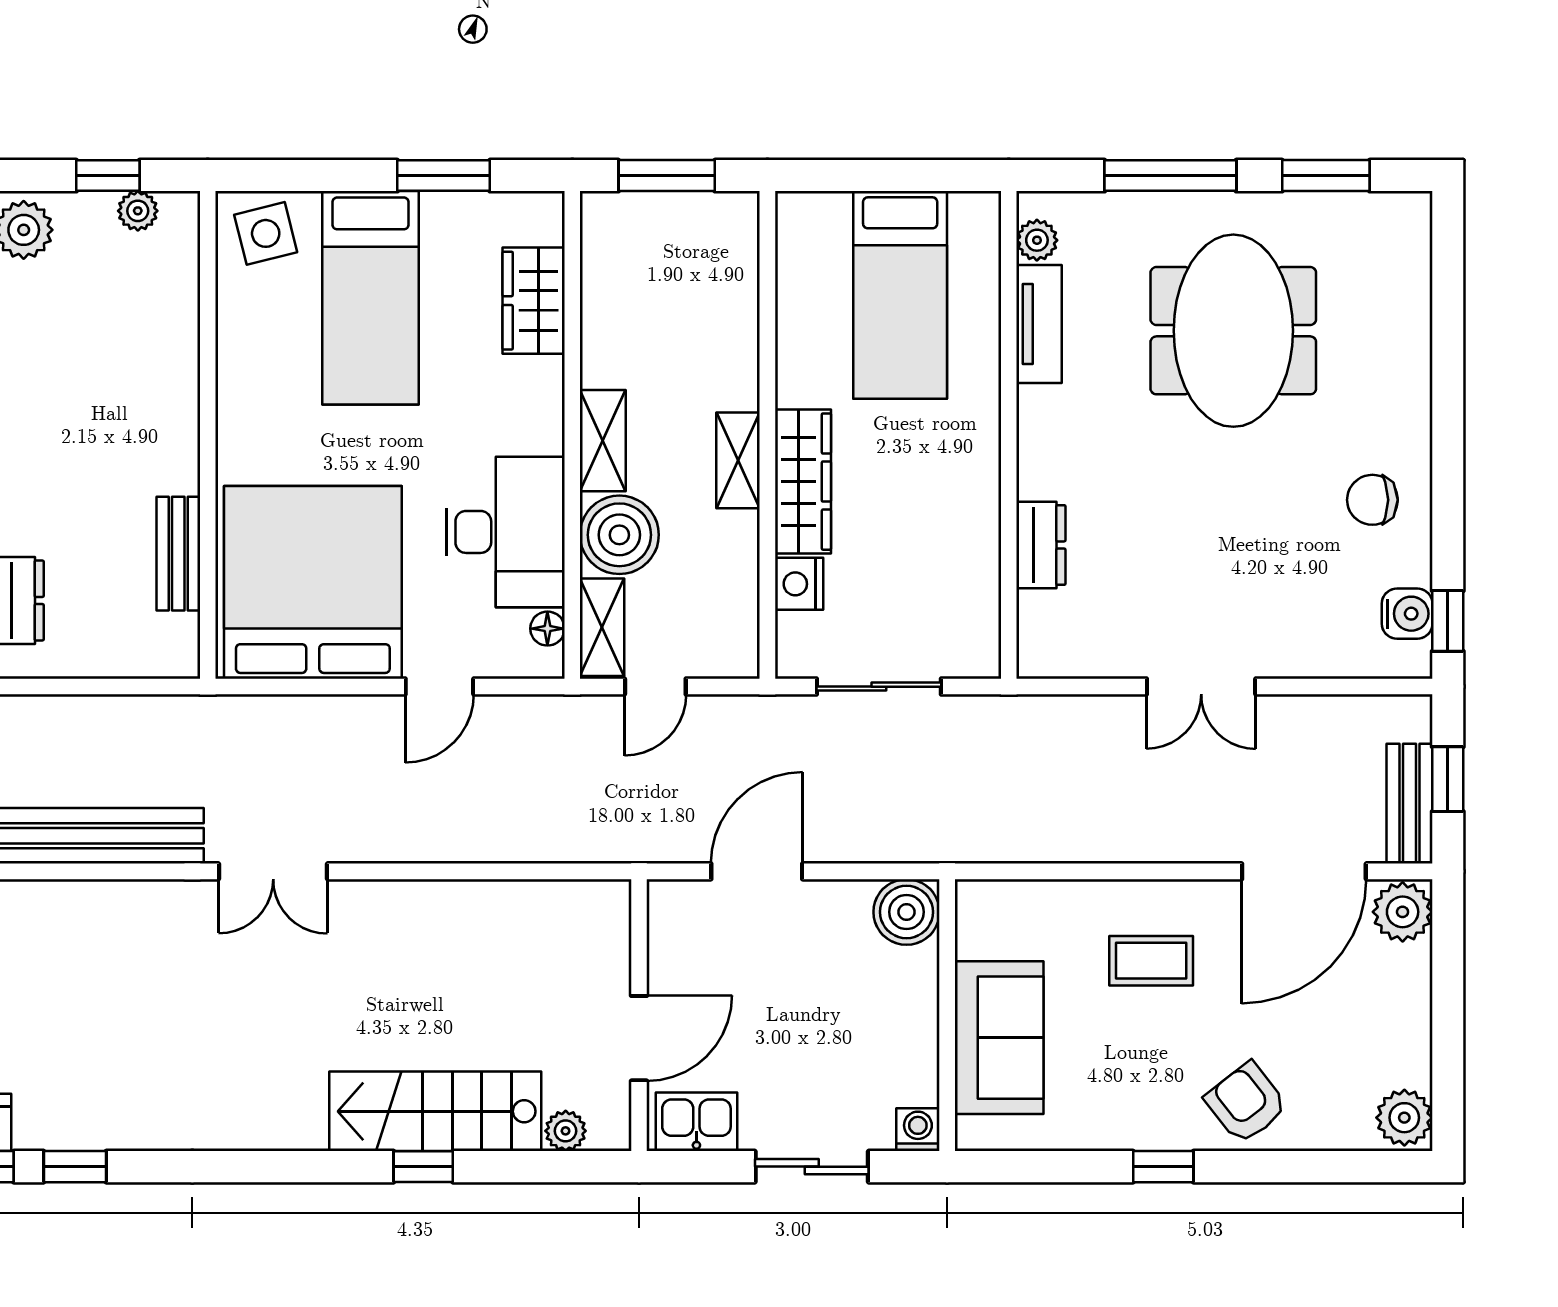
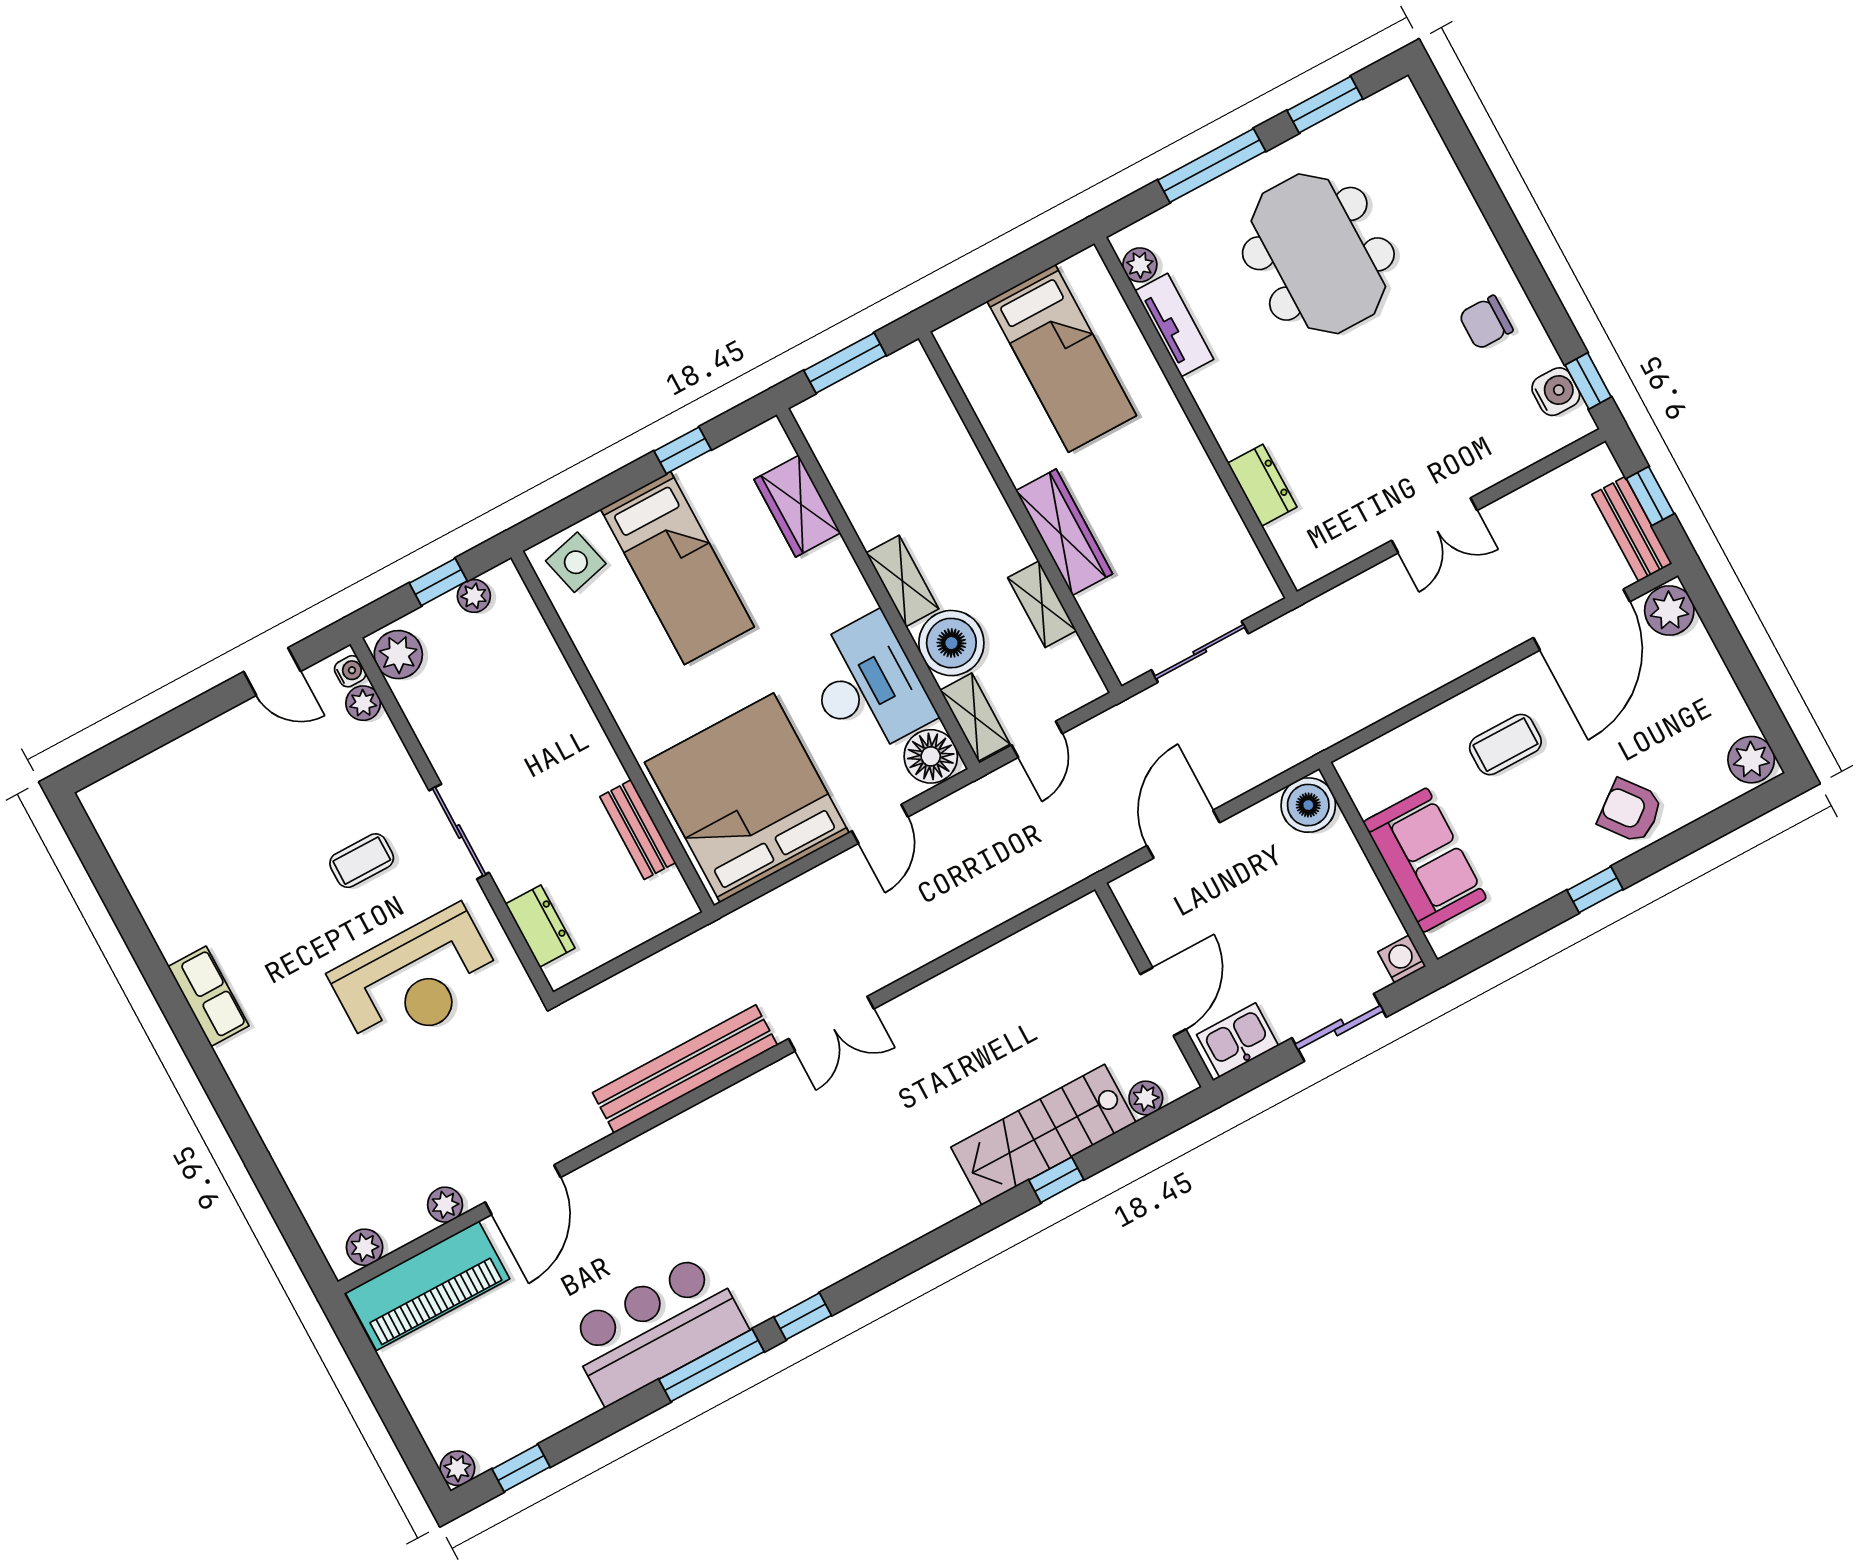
window: (444, 176) -> (683, 450), width x0.67
shelving: (738, 460) -> (1042, 604), moved
nightstand: (799, 584) -> (1102, 608), removed
floor lamp: (547, 629) -> (931, 756), width x1.89, depth x1.89

